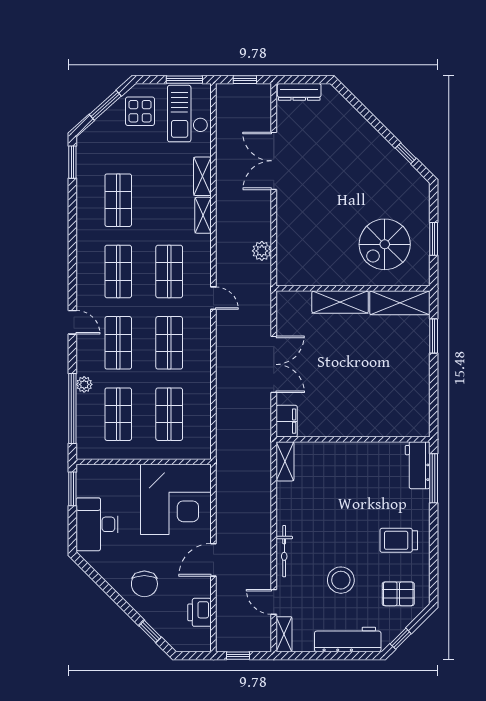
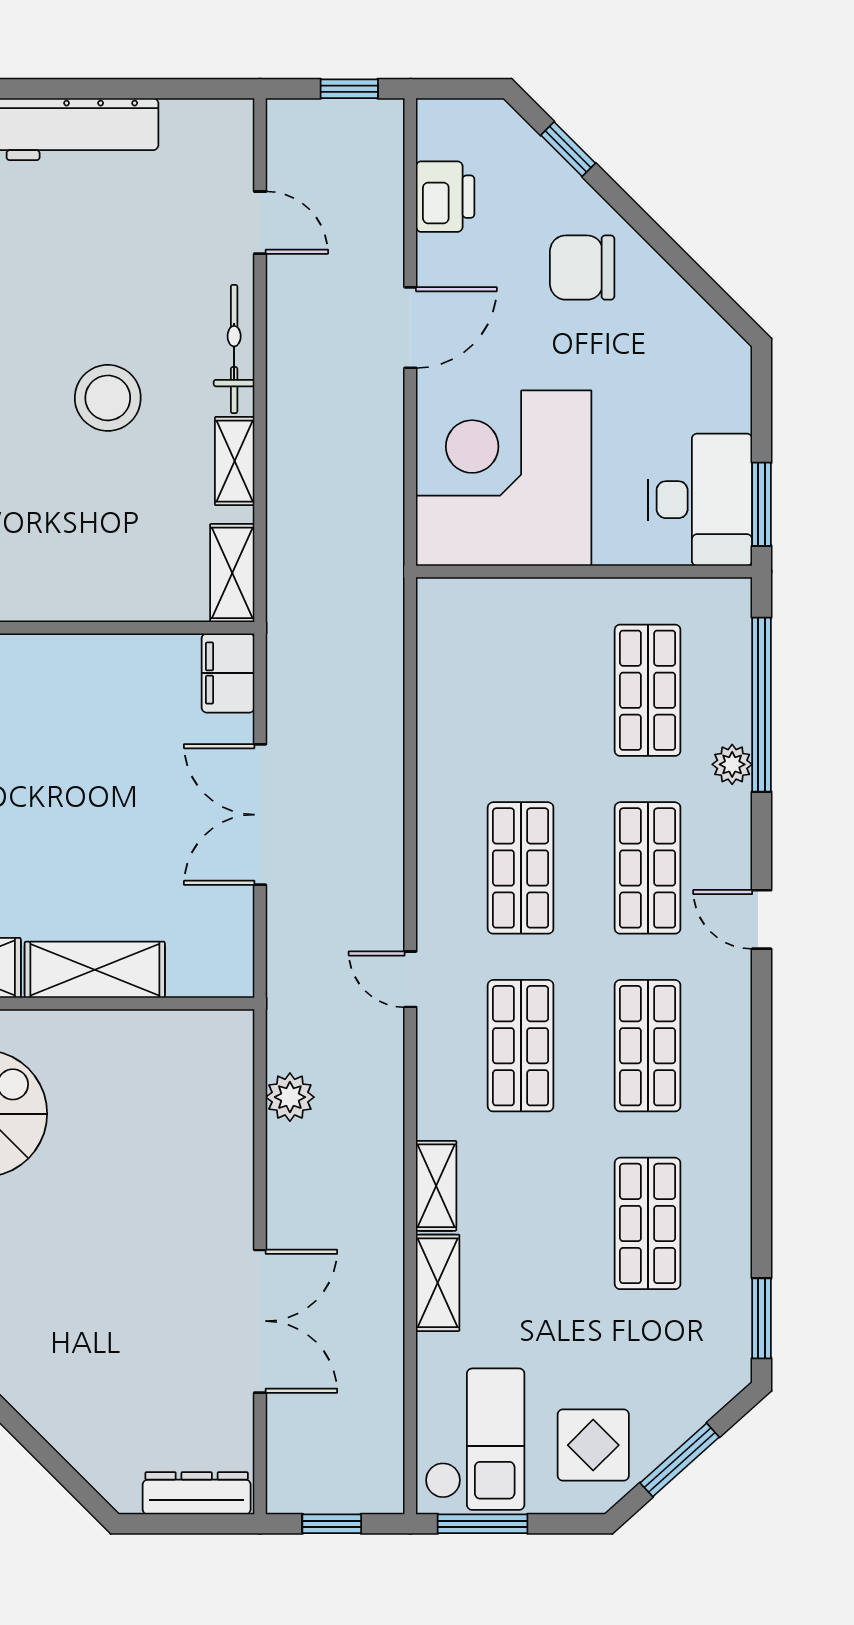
shop shelf: (169, 414) -> (521, 690), removed
desk: (97, 524) -> (700, 500), moved
stool: (341, 580) -> (108, 398), moved
chair: (144, 584) -> (582, 268), turned -90
shelving: (284, 634) -> (235, 461), moved

